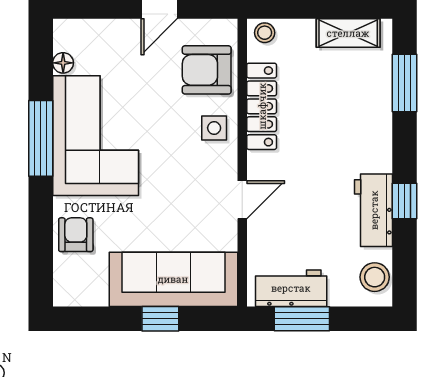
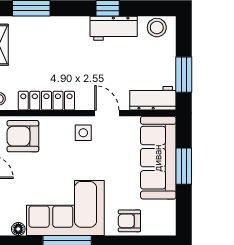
armchair: (207, 70) -> (23, 136), turned 90
side table: (214, 128) -> (83, 133), moved
workbench: (291, 288) -> (153, 98), moved, turned 90
window: (160, 319) -> (184, 166), width x1.50

